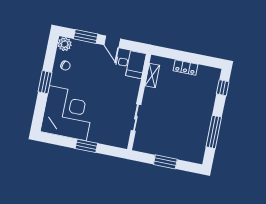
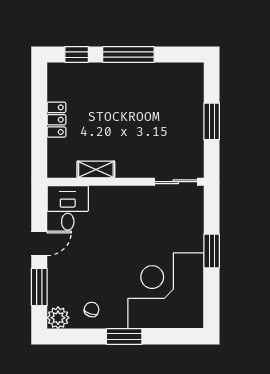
shelving: (152, 76) -> (96, 169), moved
sliding door: (136, 118) -> (176, 182), moved
window: (214, 132) -> (128, 54), moved

